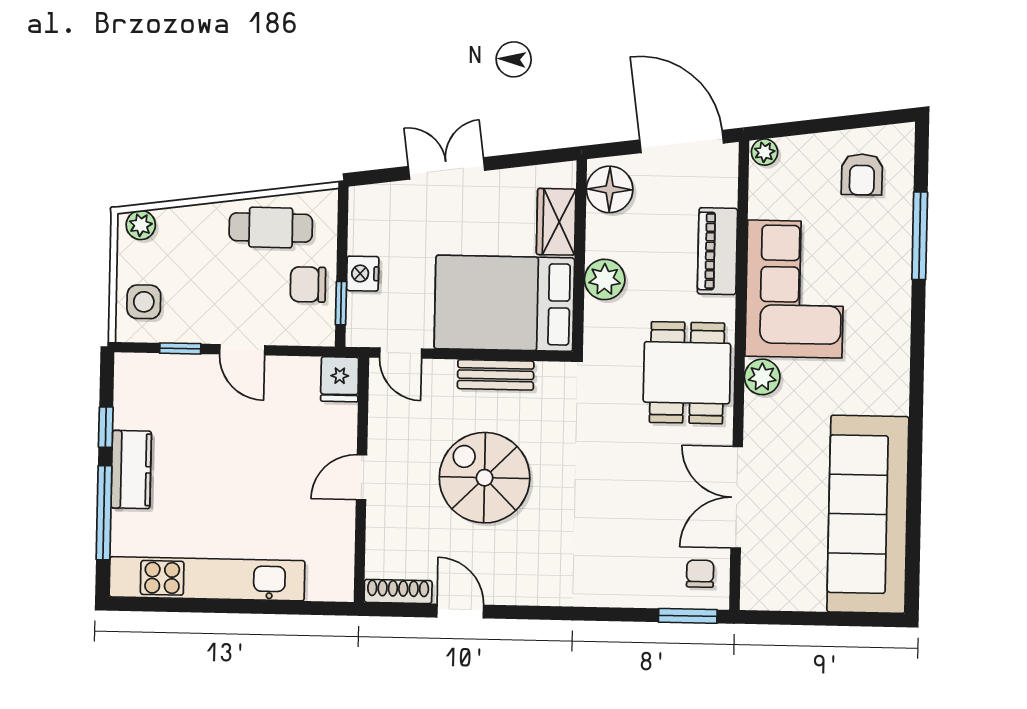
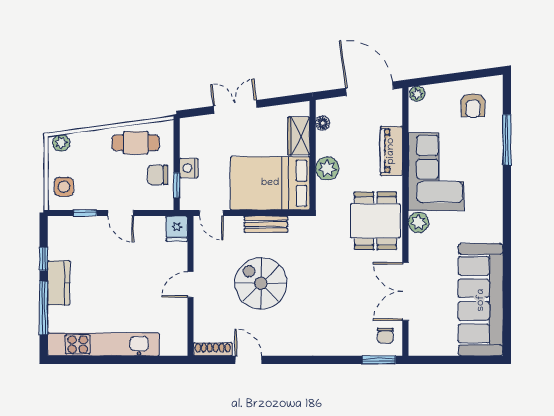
floor lamp: (610, 189) -> (323, 123), width x0.53, depth x0.53
chair: (700, 574) -> (385, 336), turned 180

